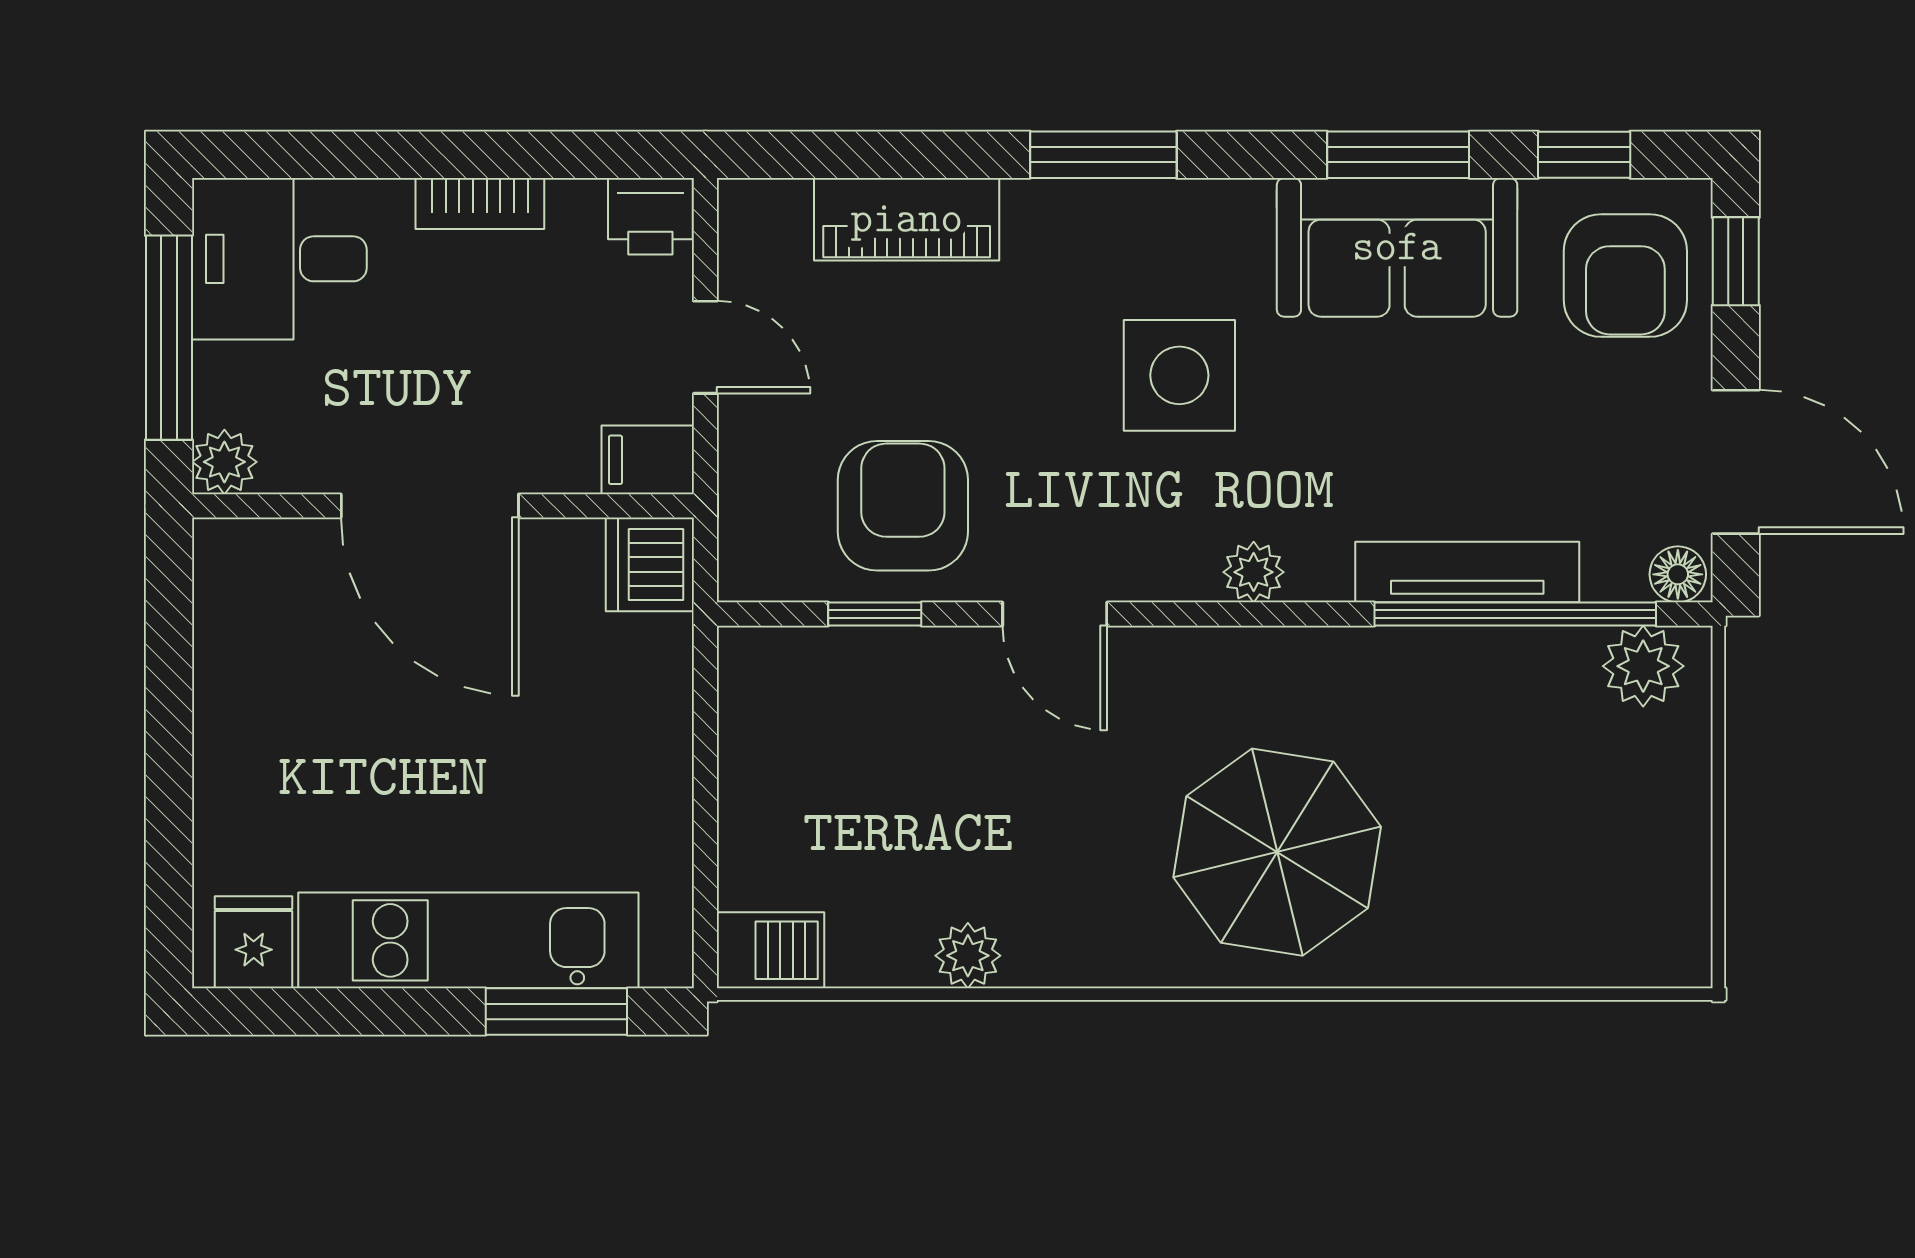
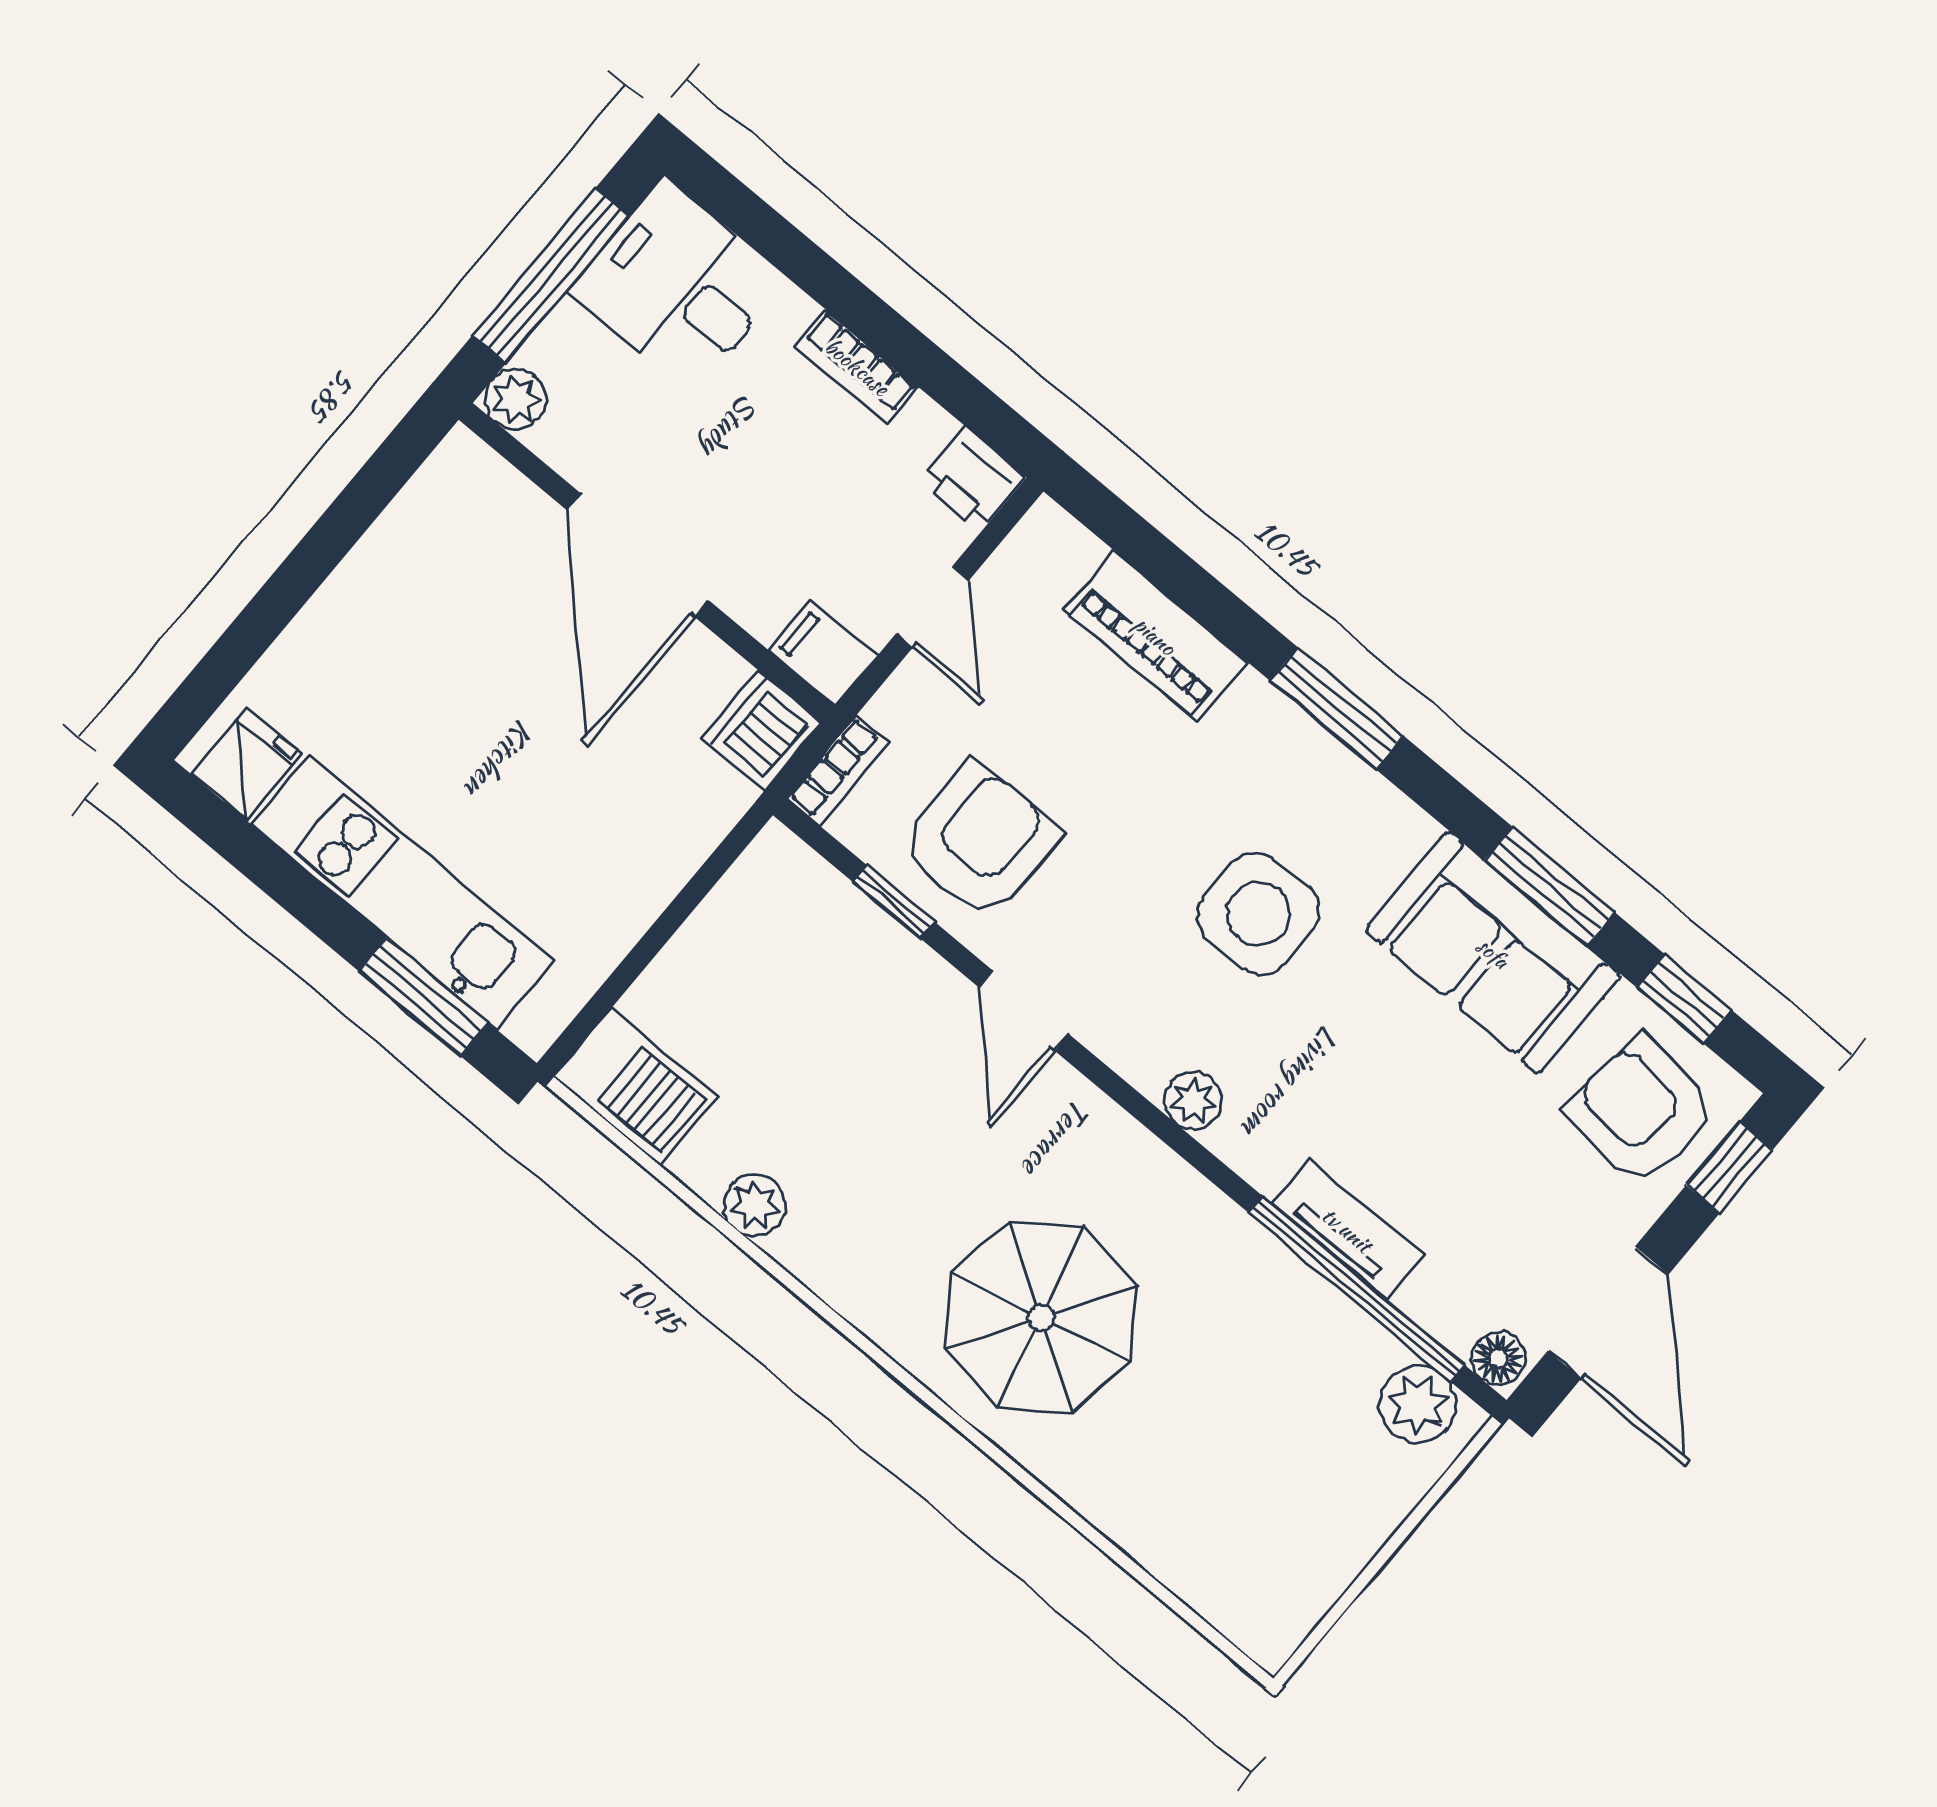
armchair: (1625, 276) -> (1641, 1111), turned 97
bookcase: (740, 545) -> (838, 771), added
tv unit: (1467, 572) -> (1347, 1230), width x0.71
barbecue: (771, 950) -> (636, 1087), width x1.38, depth x1.27

